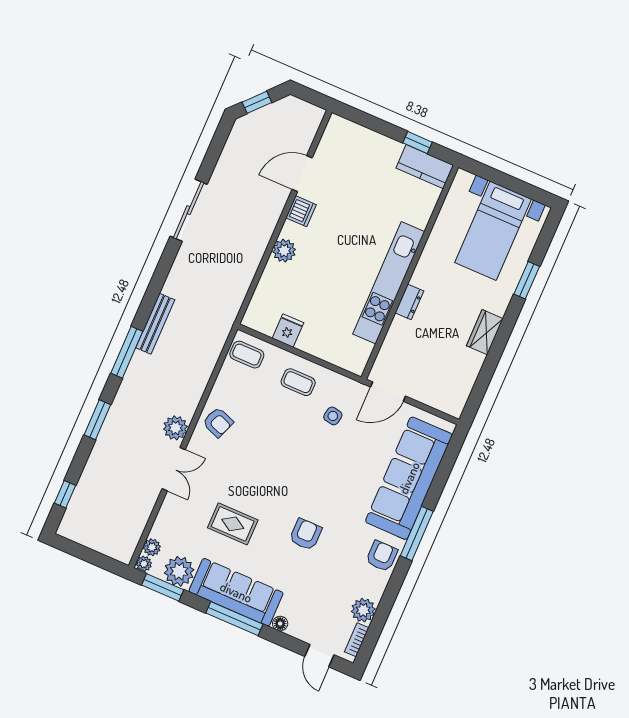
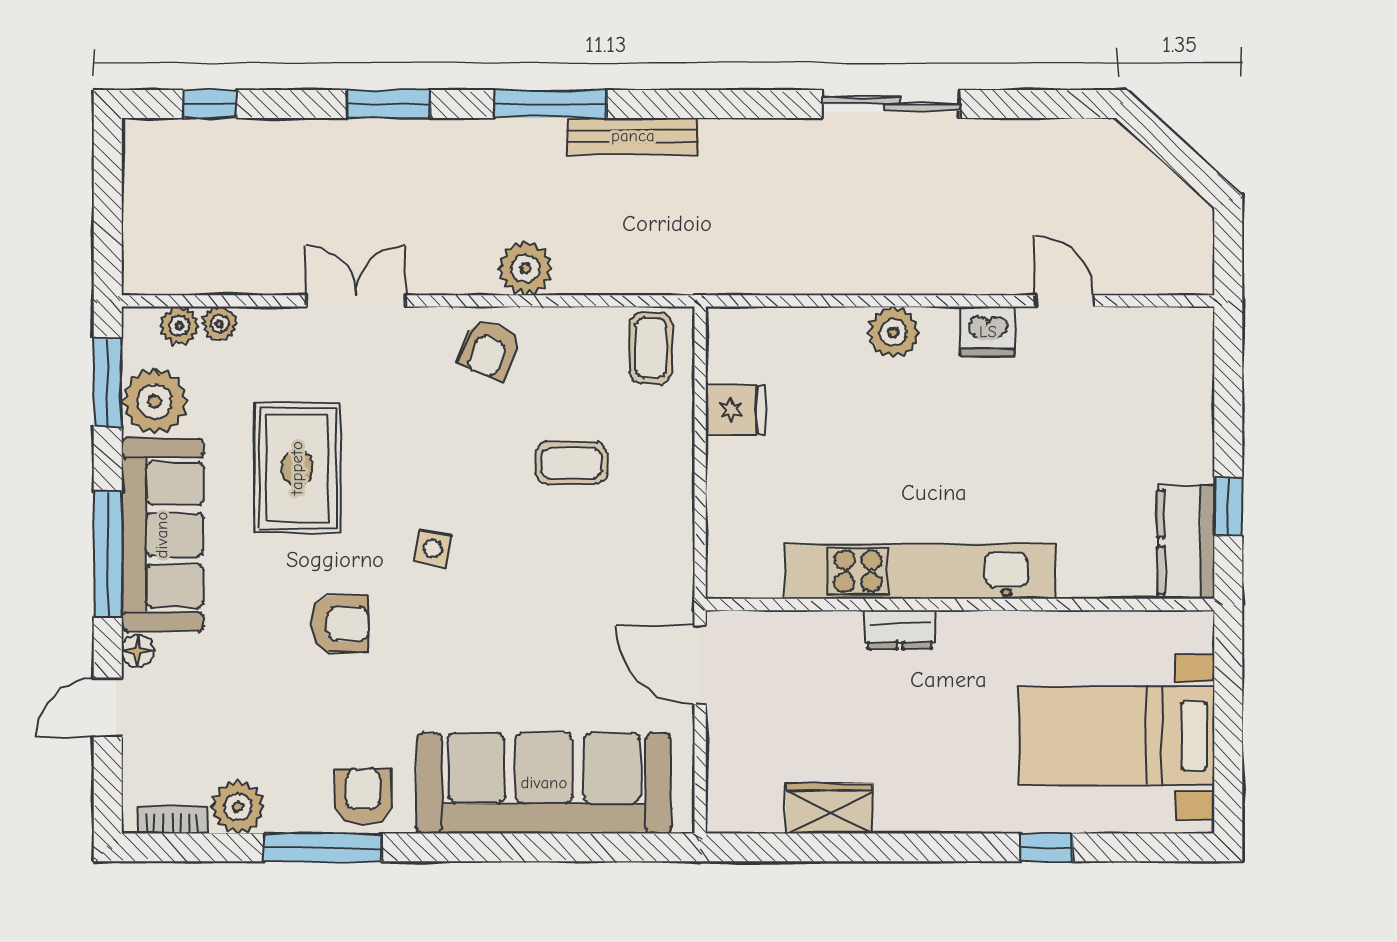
window: (257, 102) -> (1169, 147), removed
door: (302, 174) -> (1064, 301), width x0.73
window: (527, 280) -> (1046, 847), width x0.67
wardrobe: (485, 332) -> (829, 808), moved
coffee table: (298, 382) -> (572, 463), moved, turned 90
side table: (333, 416) -> (433, 549), moved
plant: (175, 428) -> (525, 268), moved
double door: (174, 469) -> (356, 301), swing flipped
rug: (233, 524) -> (297, 468), width x1.36, depth x1.43
window: (417, 533) -> (323, 847), moved
armchair: (382, 556) -> (363, 797), turned -90
plant: (144, 564) -> (220, 324), moved
door: (319, 656) -> (108, 708), moved

